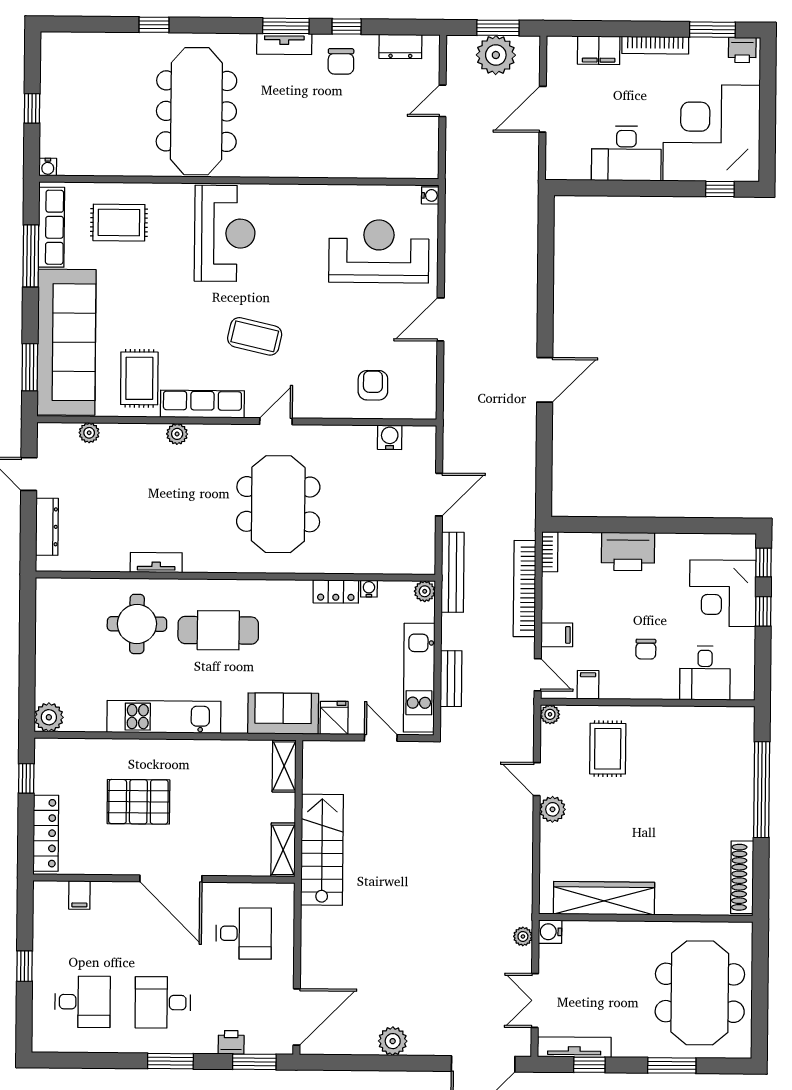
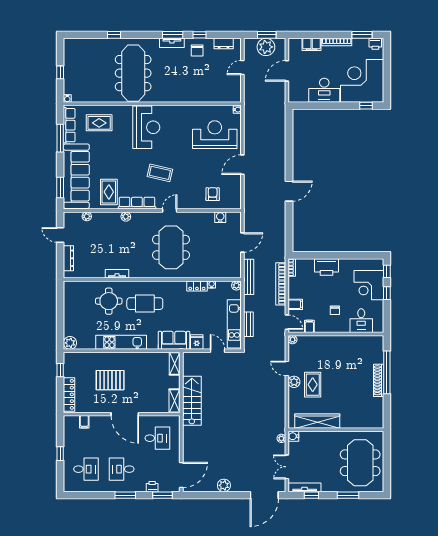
rug: (608, 749) -> (313, 385), moved
shoe rack: (742, 877) -> (379, 380), moved

